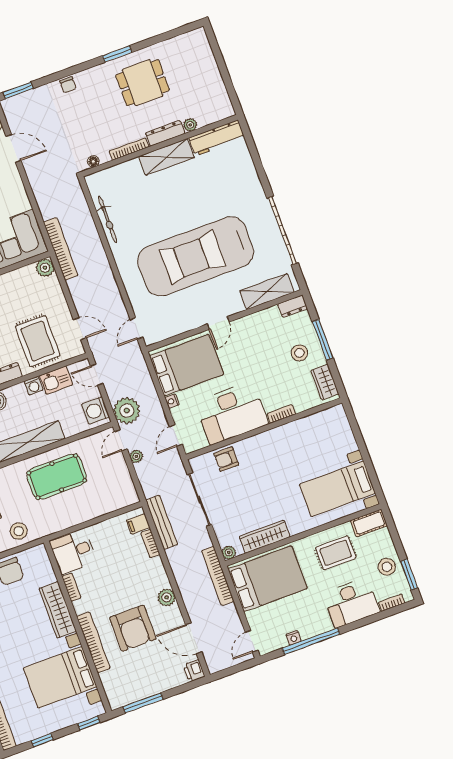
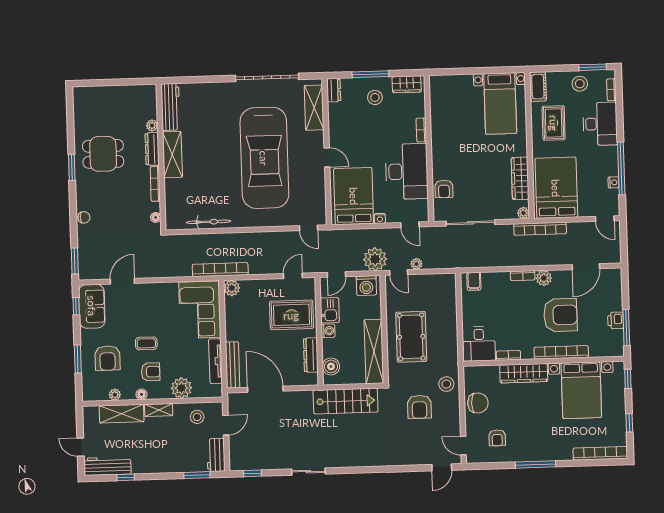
dining table: (143, 83) -> (103, 154), turned 90
bench: (162, 522) -> (479, 261), removed
bookcase: (150, 543) -> (523, 276), moved
printer: (194, 671) -> (616, 320), moved, turned 90

